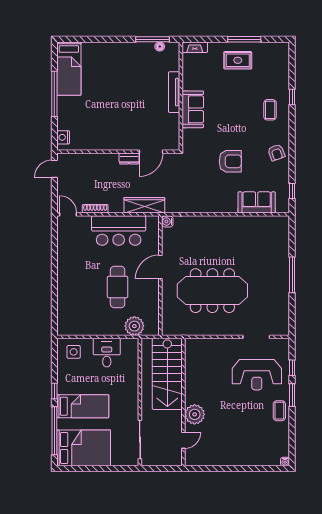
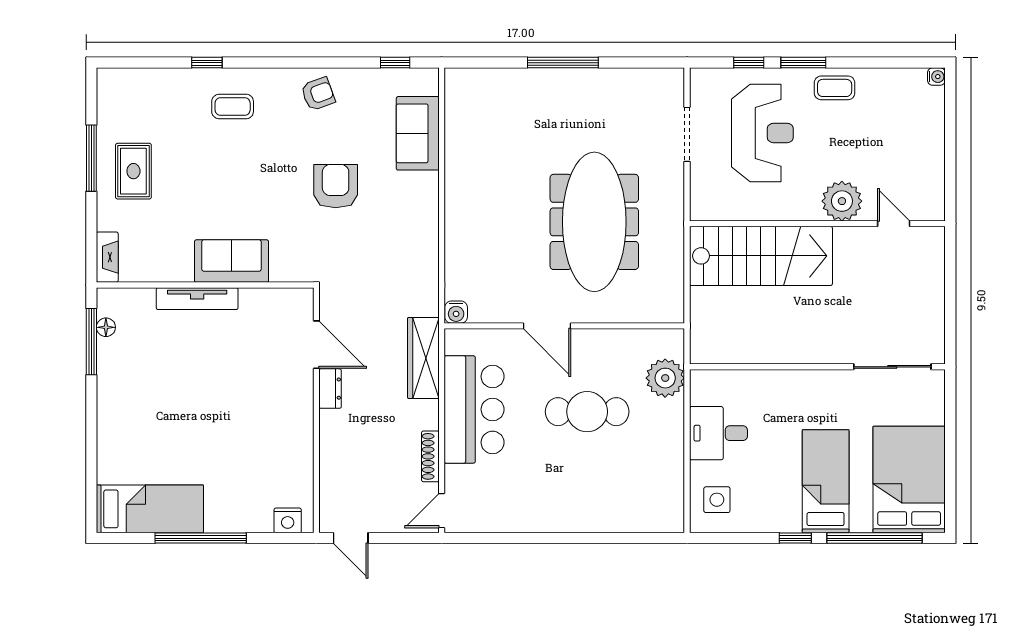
stairs: (167, 374) -> (761, 256), moved
wall: (183, 402) -> (817, 224), moved
plant: (195, 414) -> (842, 201), moved
door: (183, 440) -> (894, 224), moved

